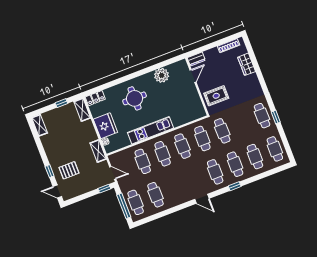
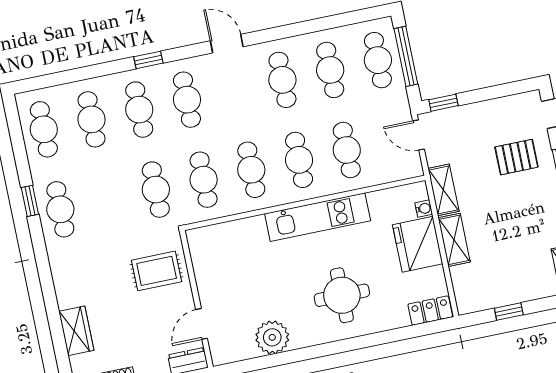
shelving: (82, 110) -> (454, 240), moved
cafe table: (175, 187) -> (282, 80), added

